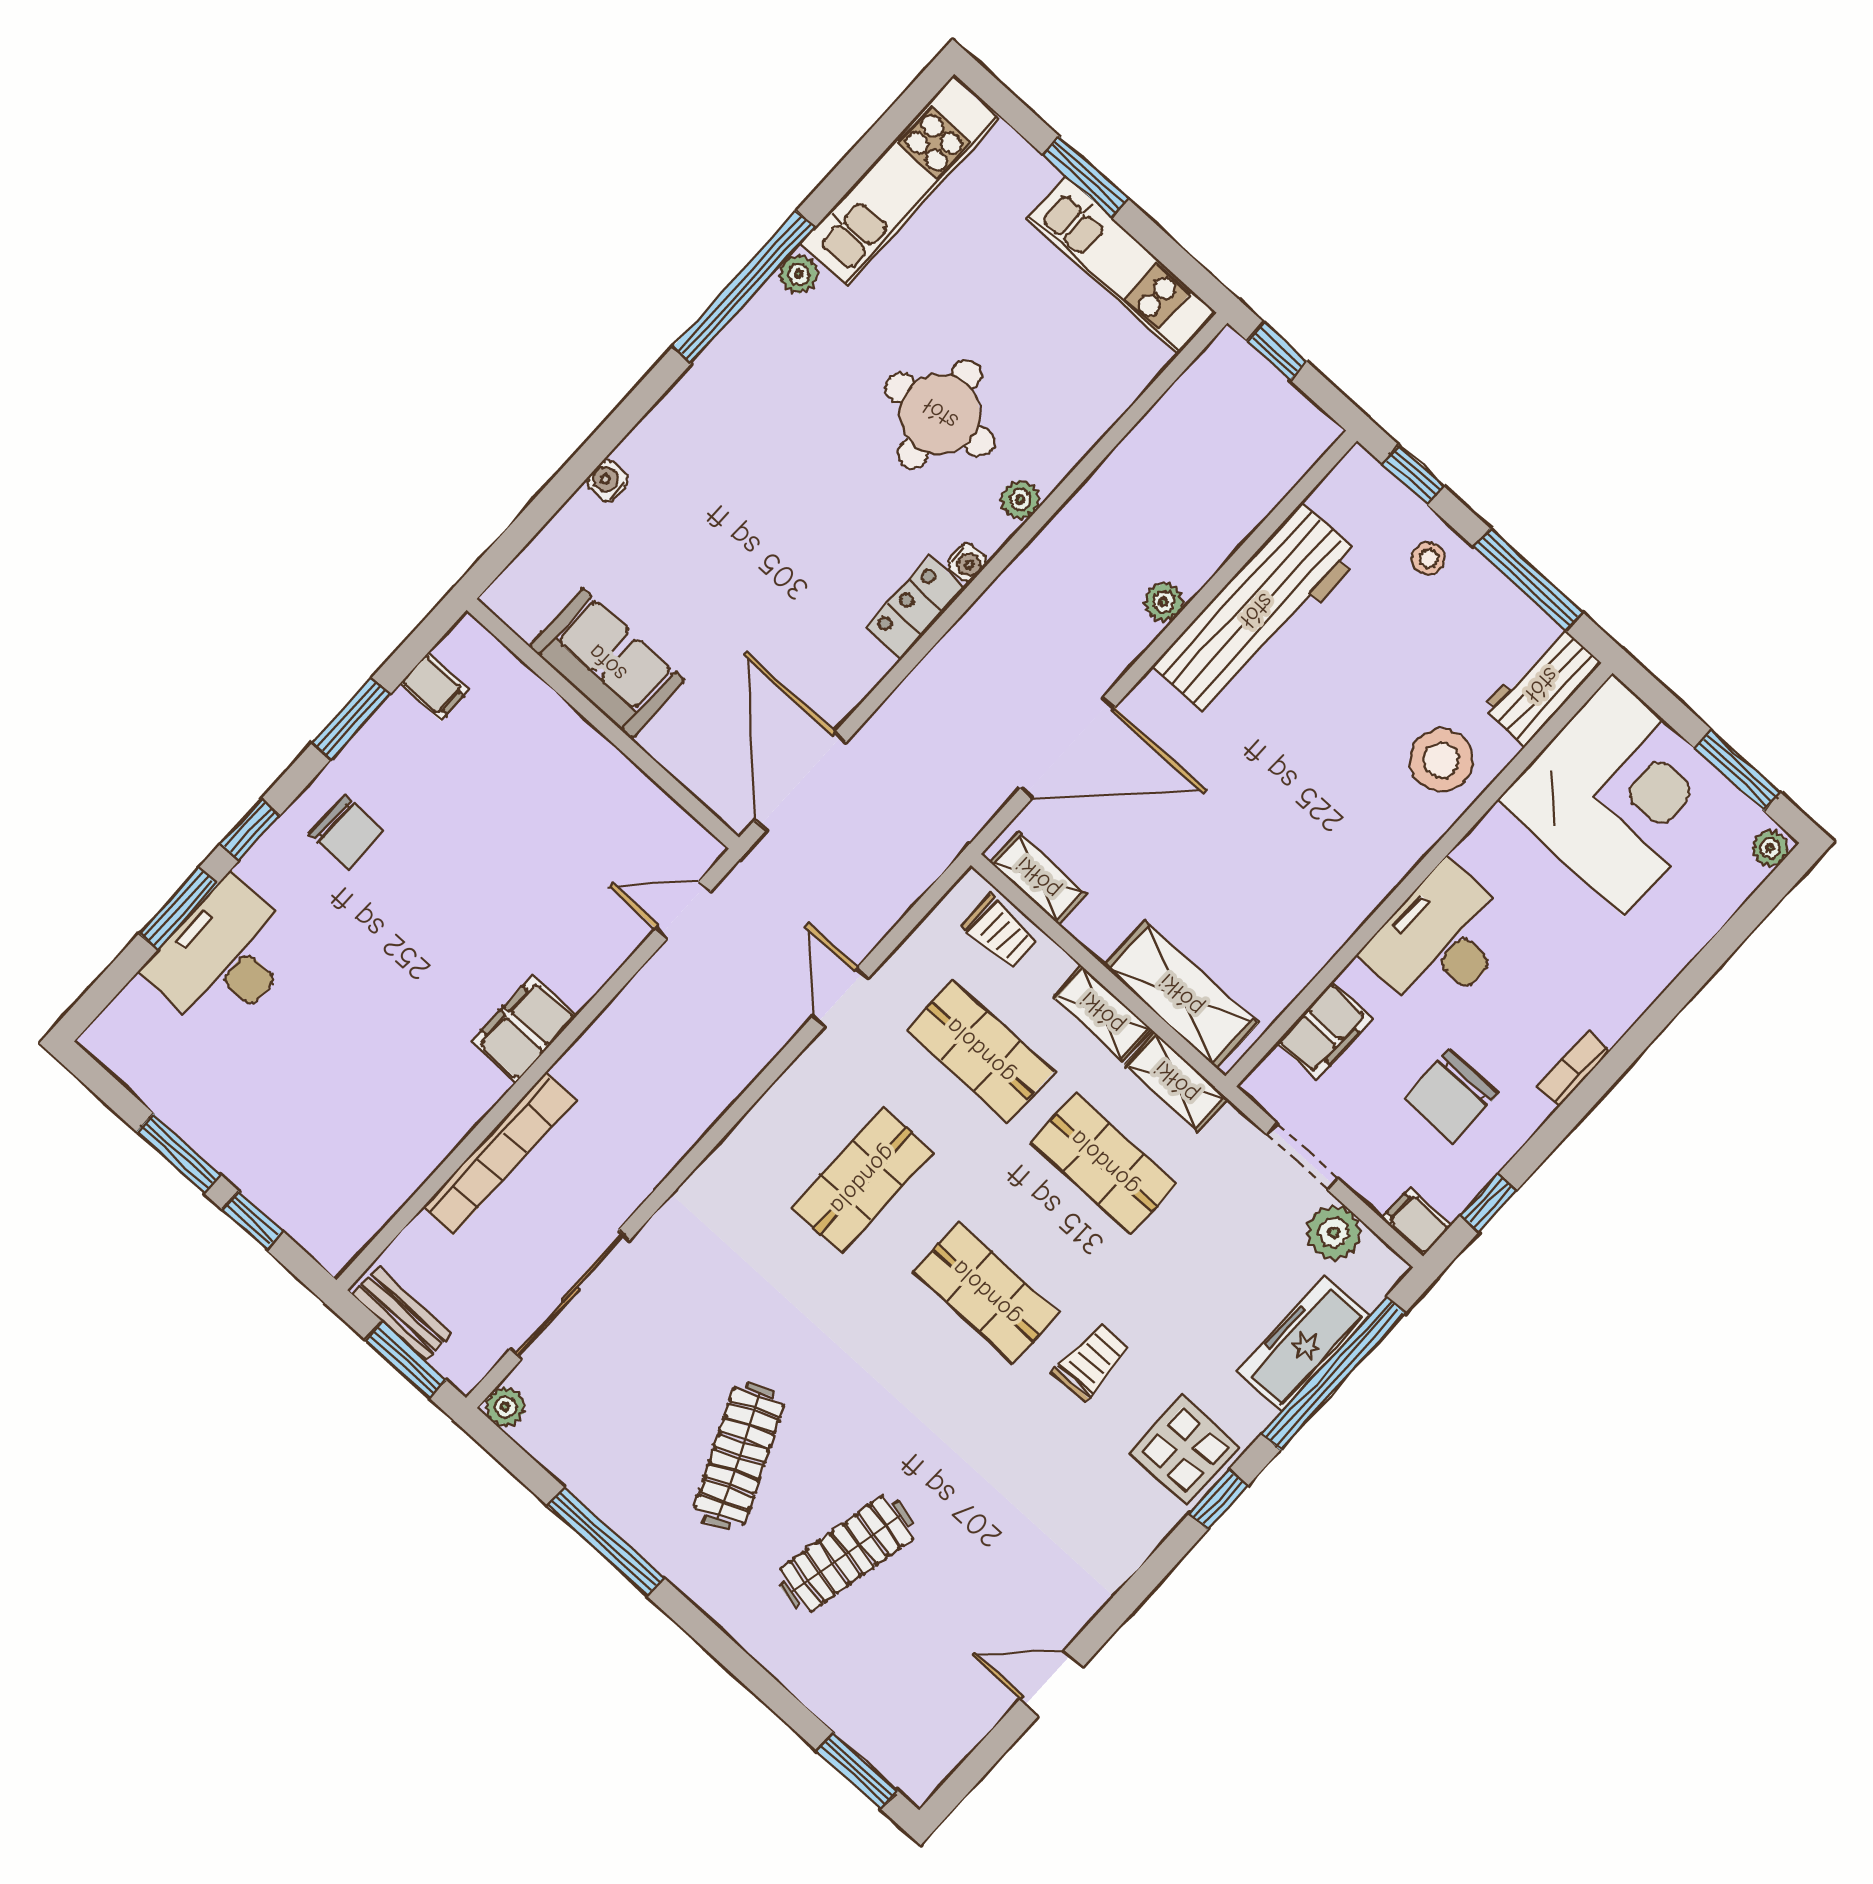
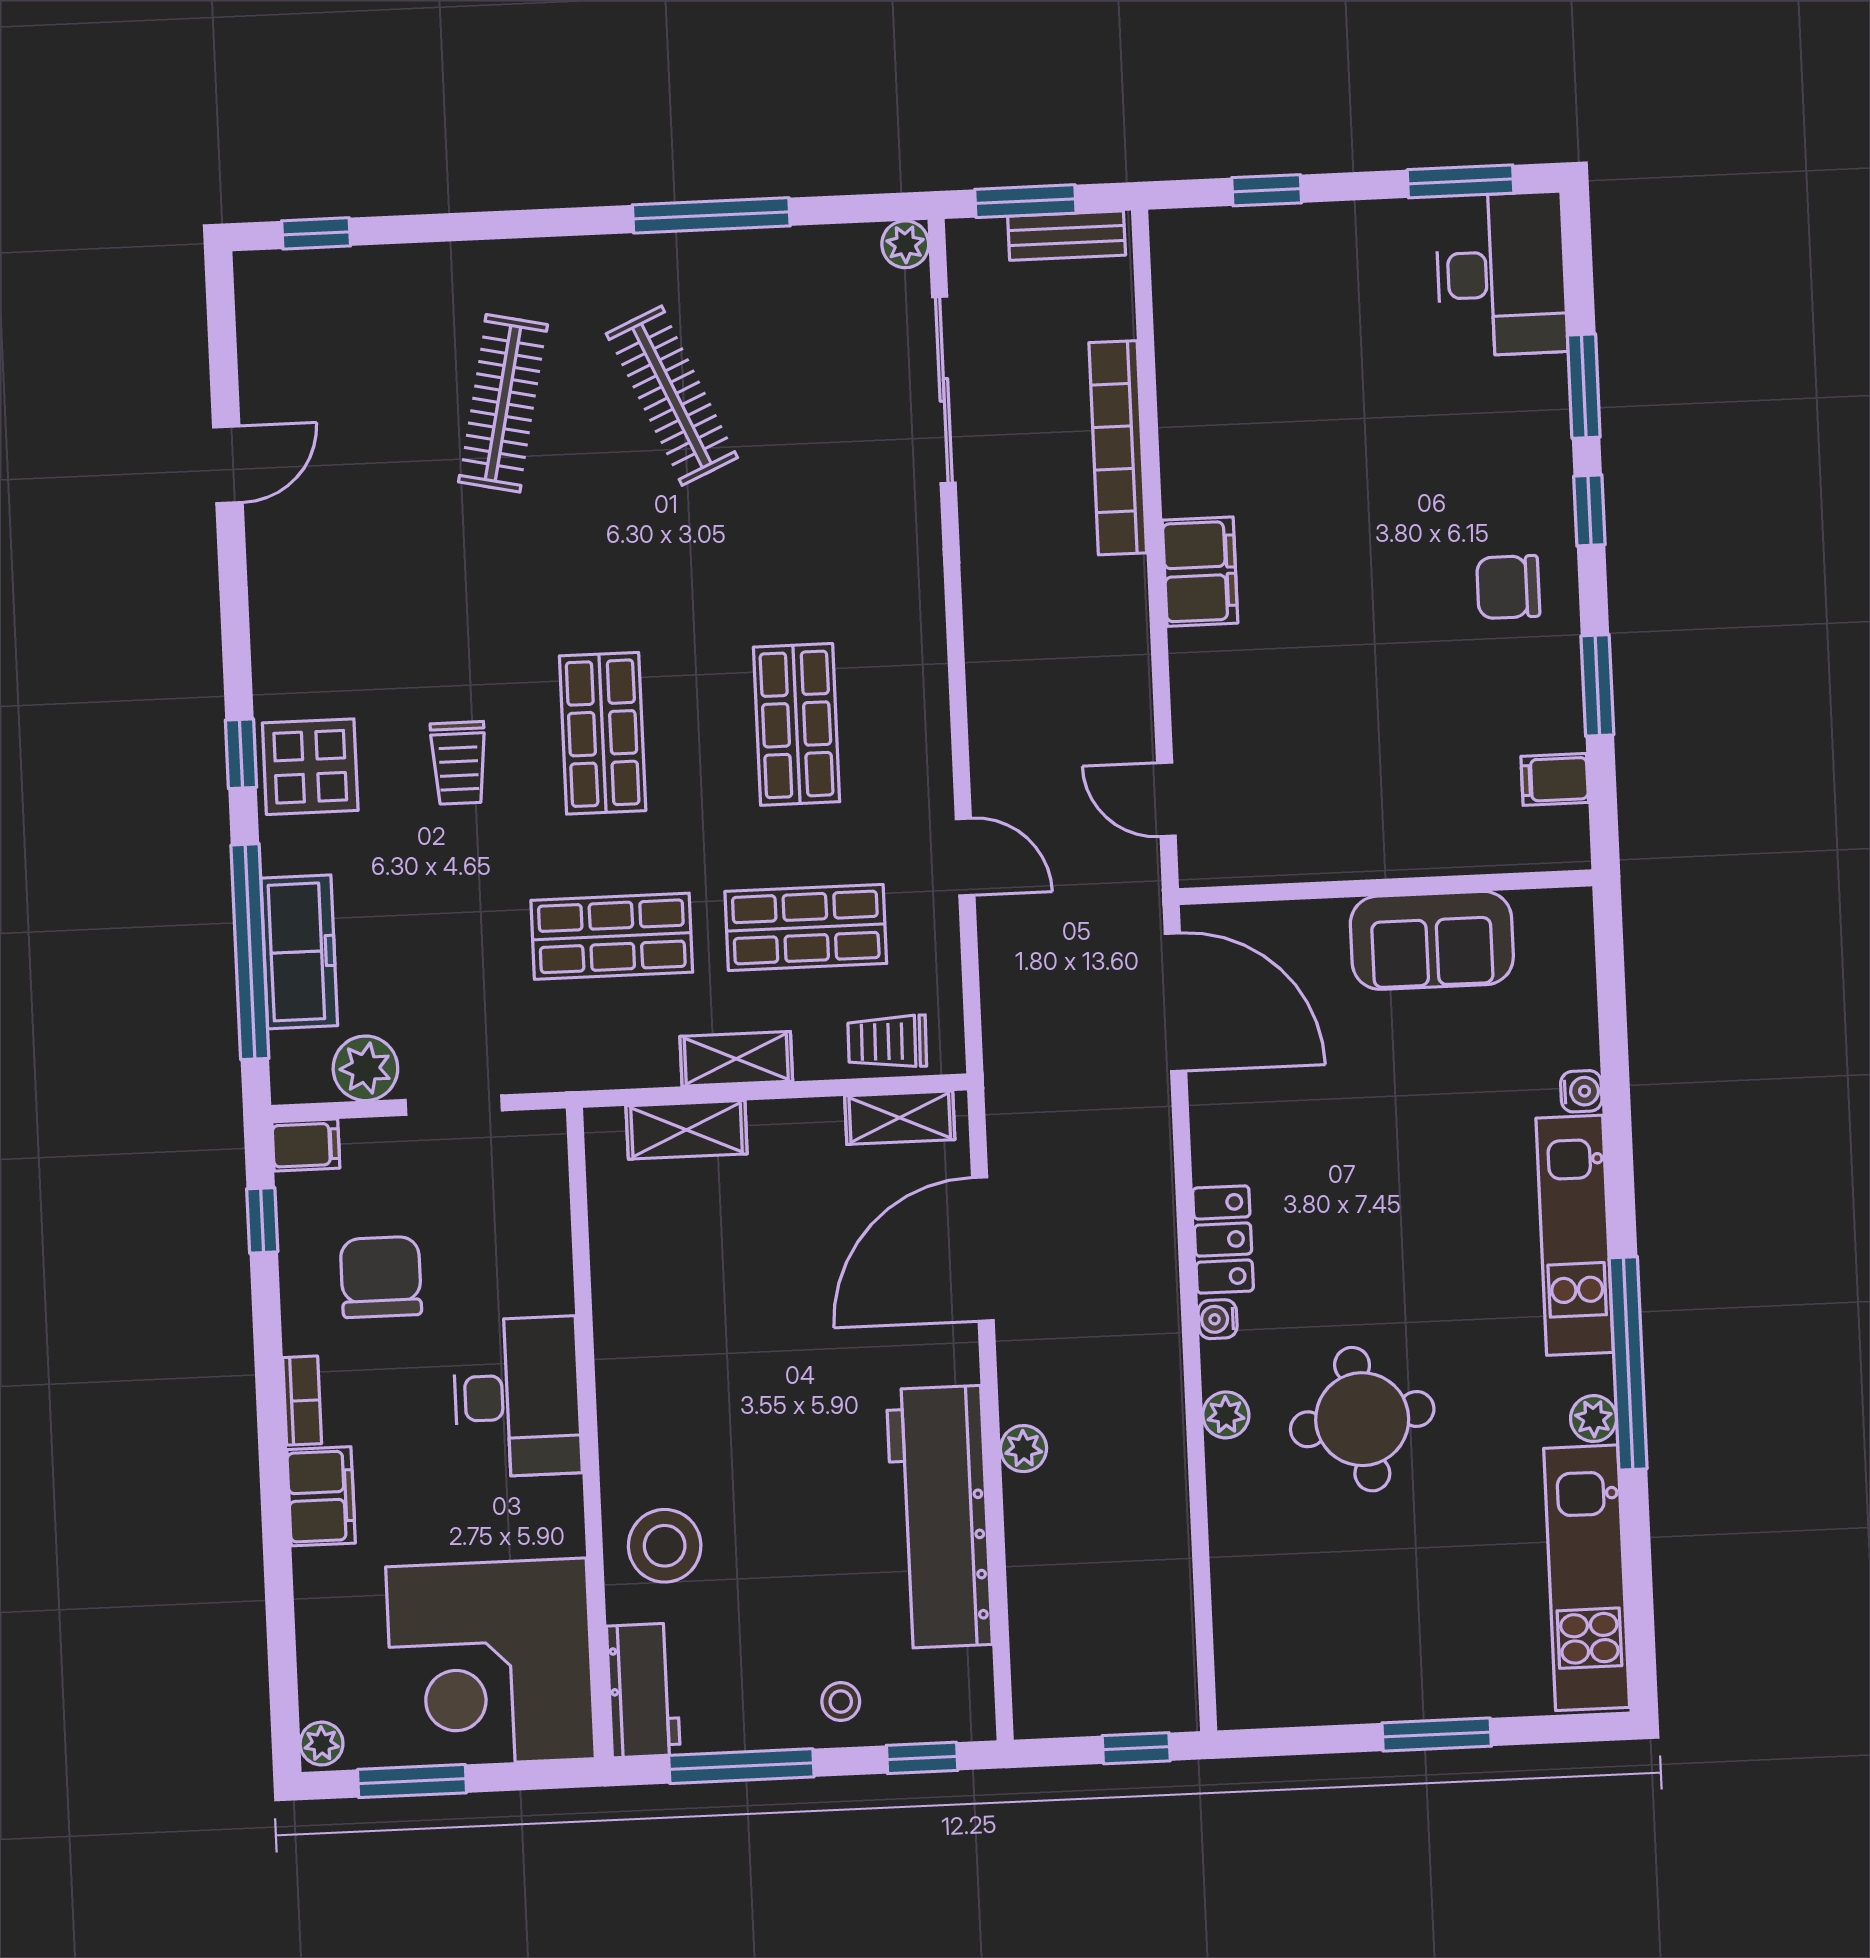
kitchen unit: (1122, 265) -> (1575, 1235), moved, turned -90
door: (683, 910) -> (1166, 799), swing flipped
desk: (224, 957) -> (1501, 274), moved
shelving: (1181, 995) -> (687, 1130), width x0.67, depth x0.75
filing cabinet: (1325, 1030) -> (321, 1496), moved, turned 180
shelving: (1176, 1082) -> (618, 1063), removed
window: (179, 1153) -> (1461, 181), moved
shop shelf: (986, 1293) -> (603, 733), turned 90
window: (857, 1771) -> (316, 233), width x0.67

